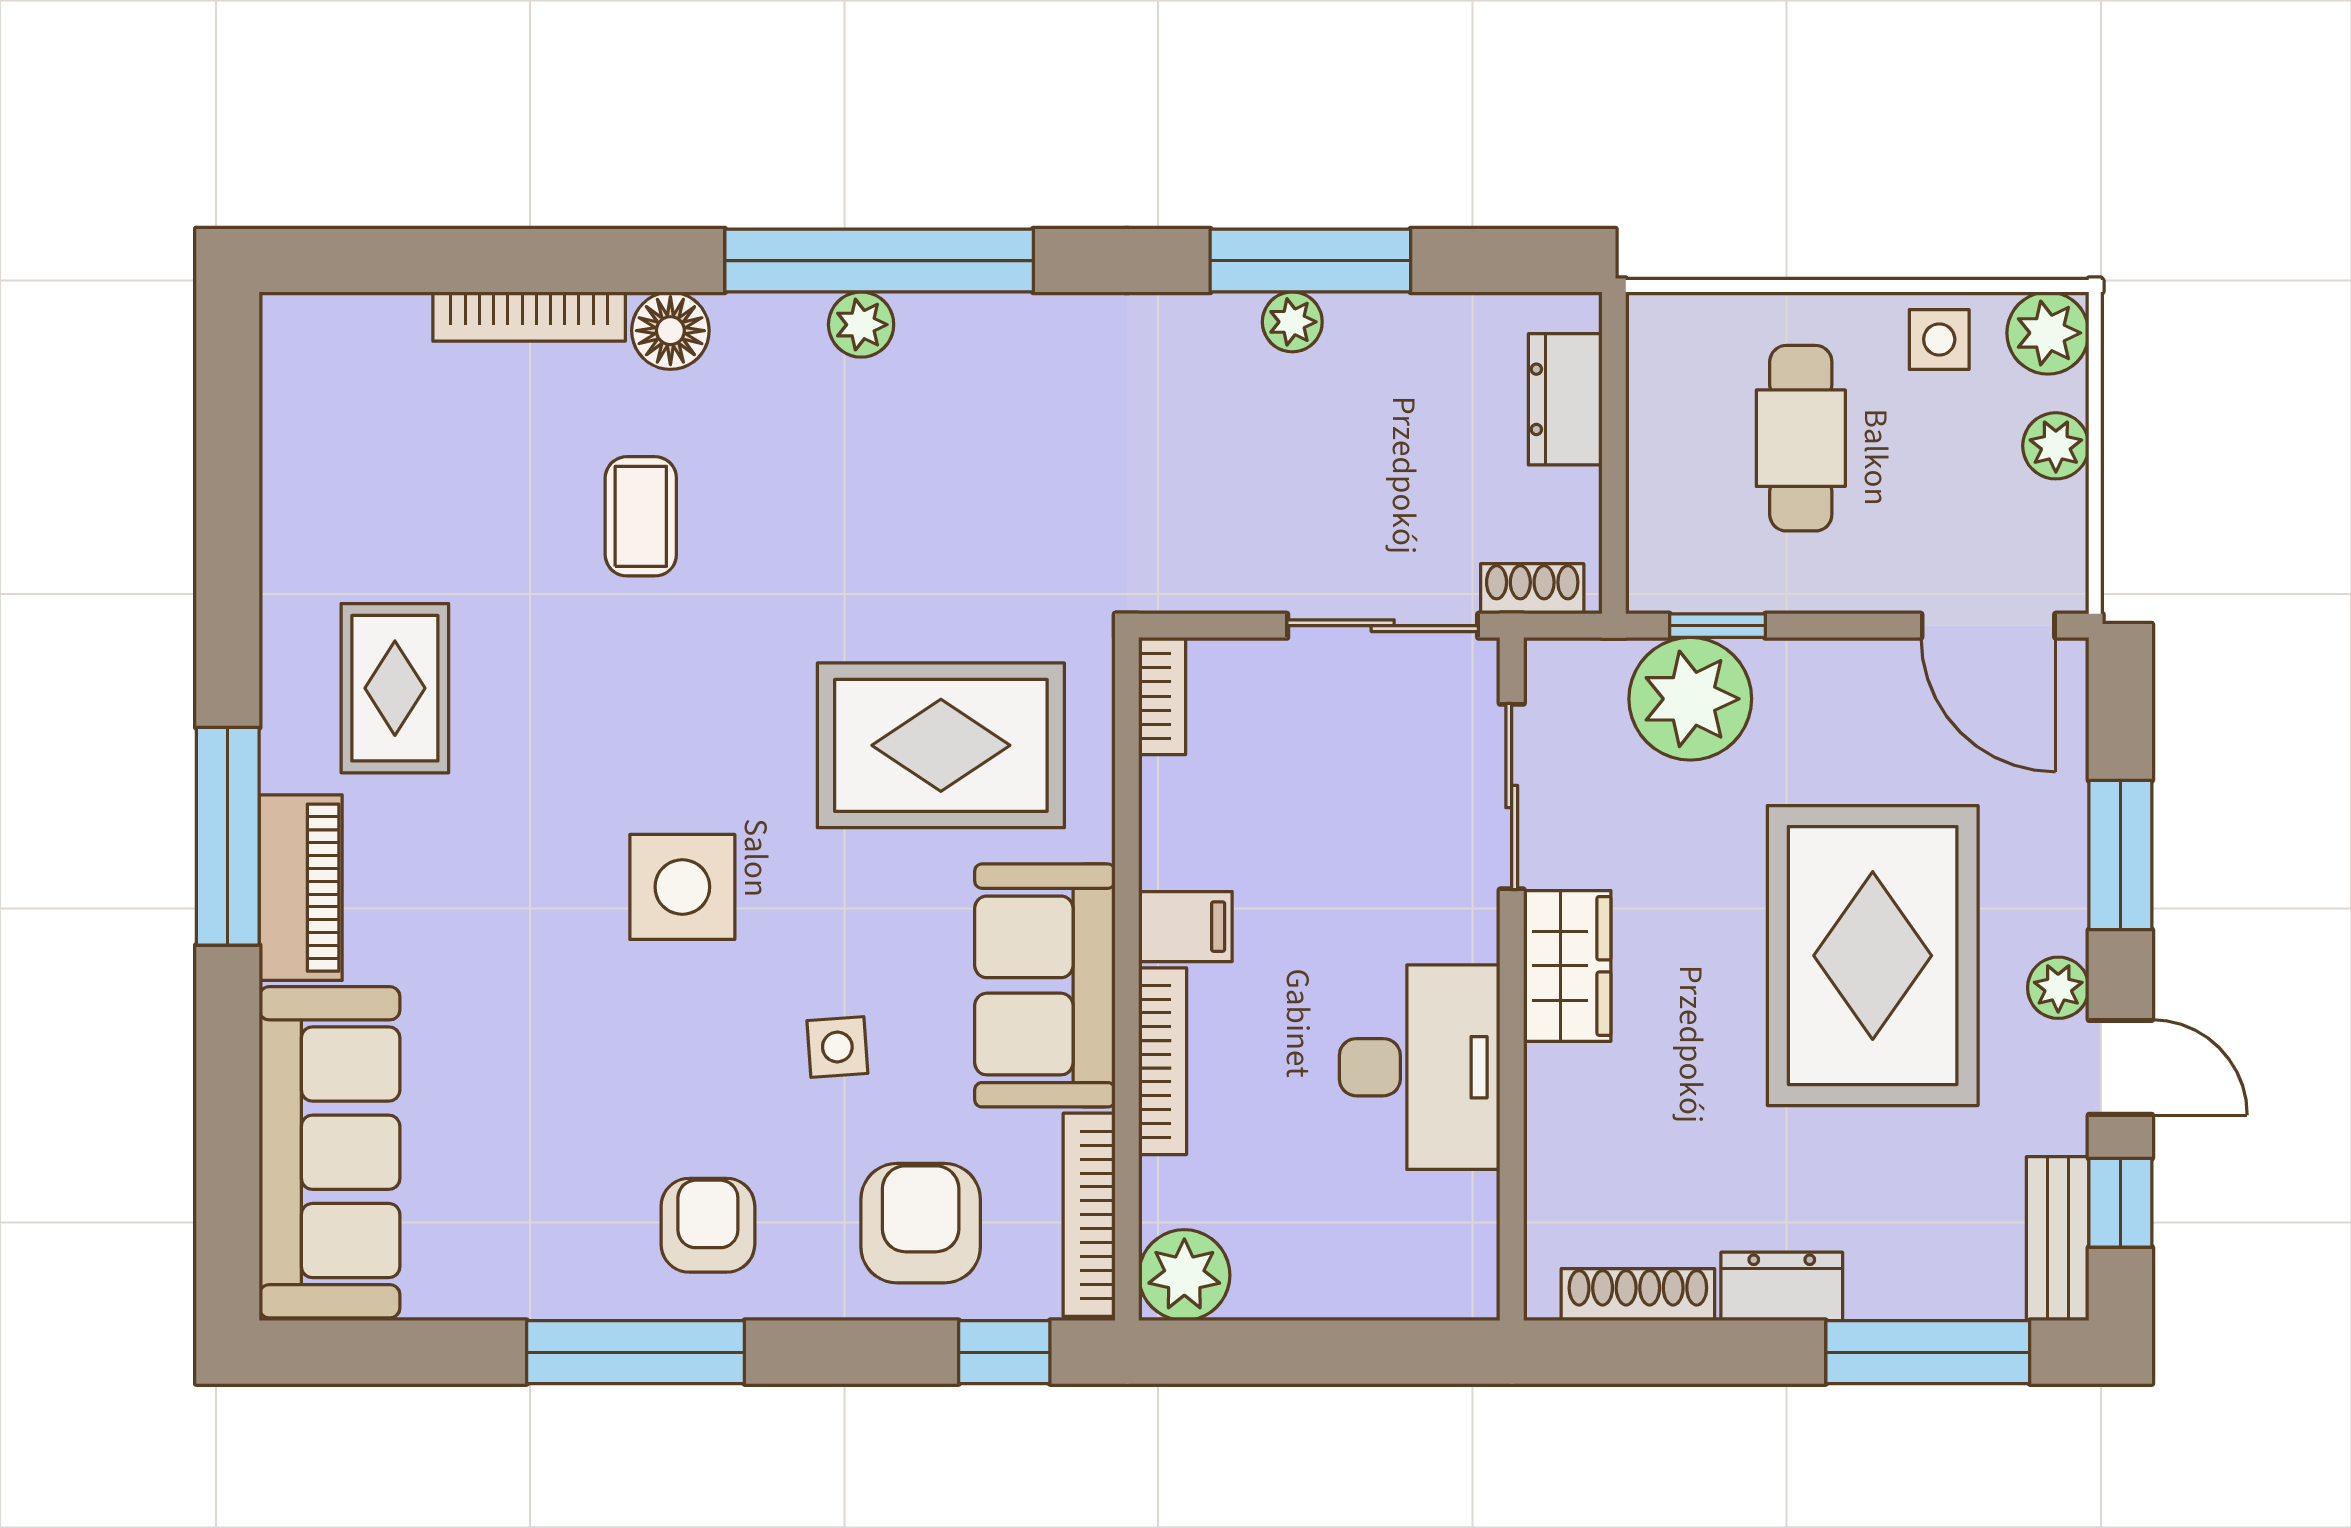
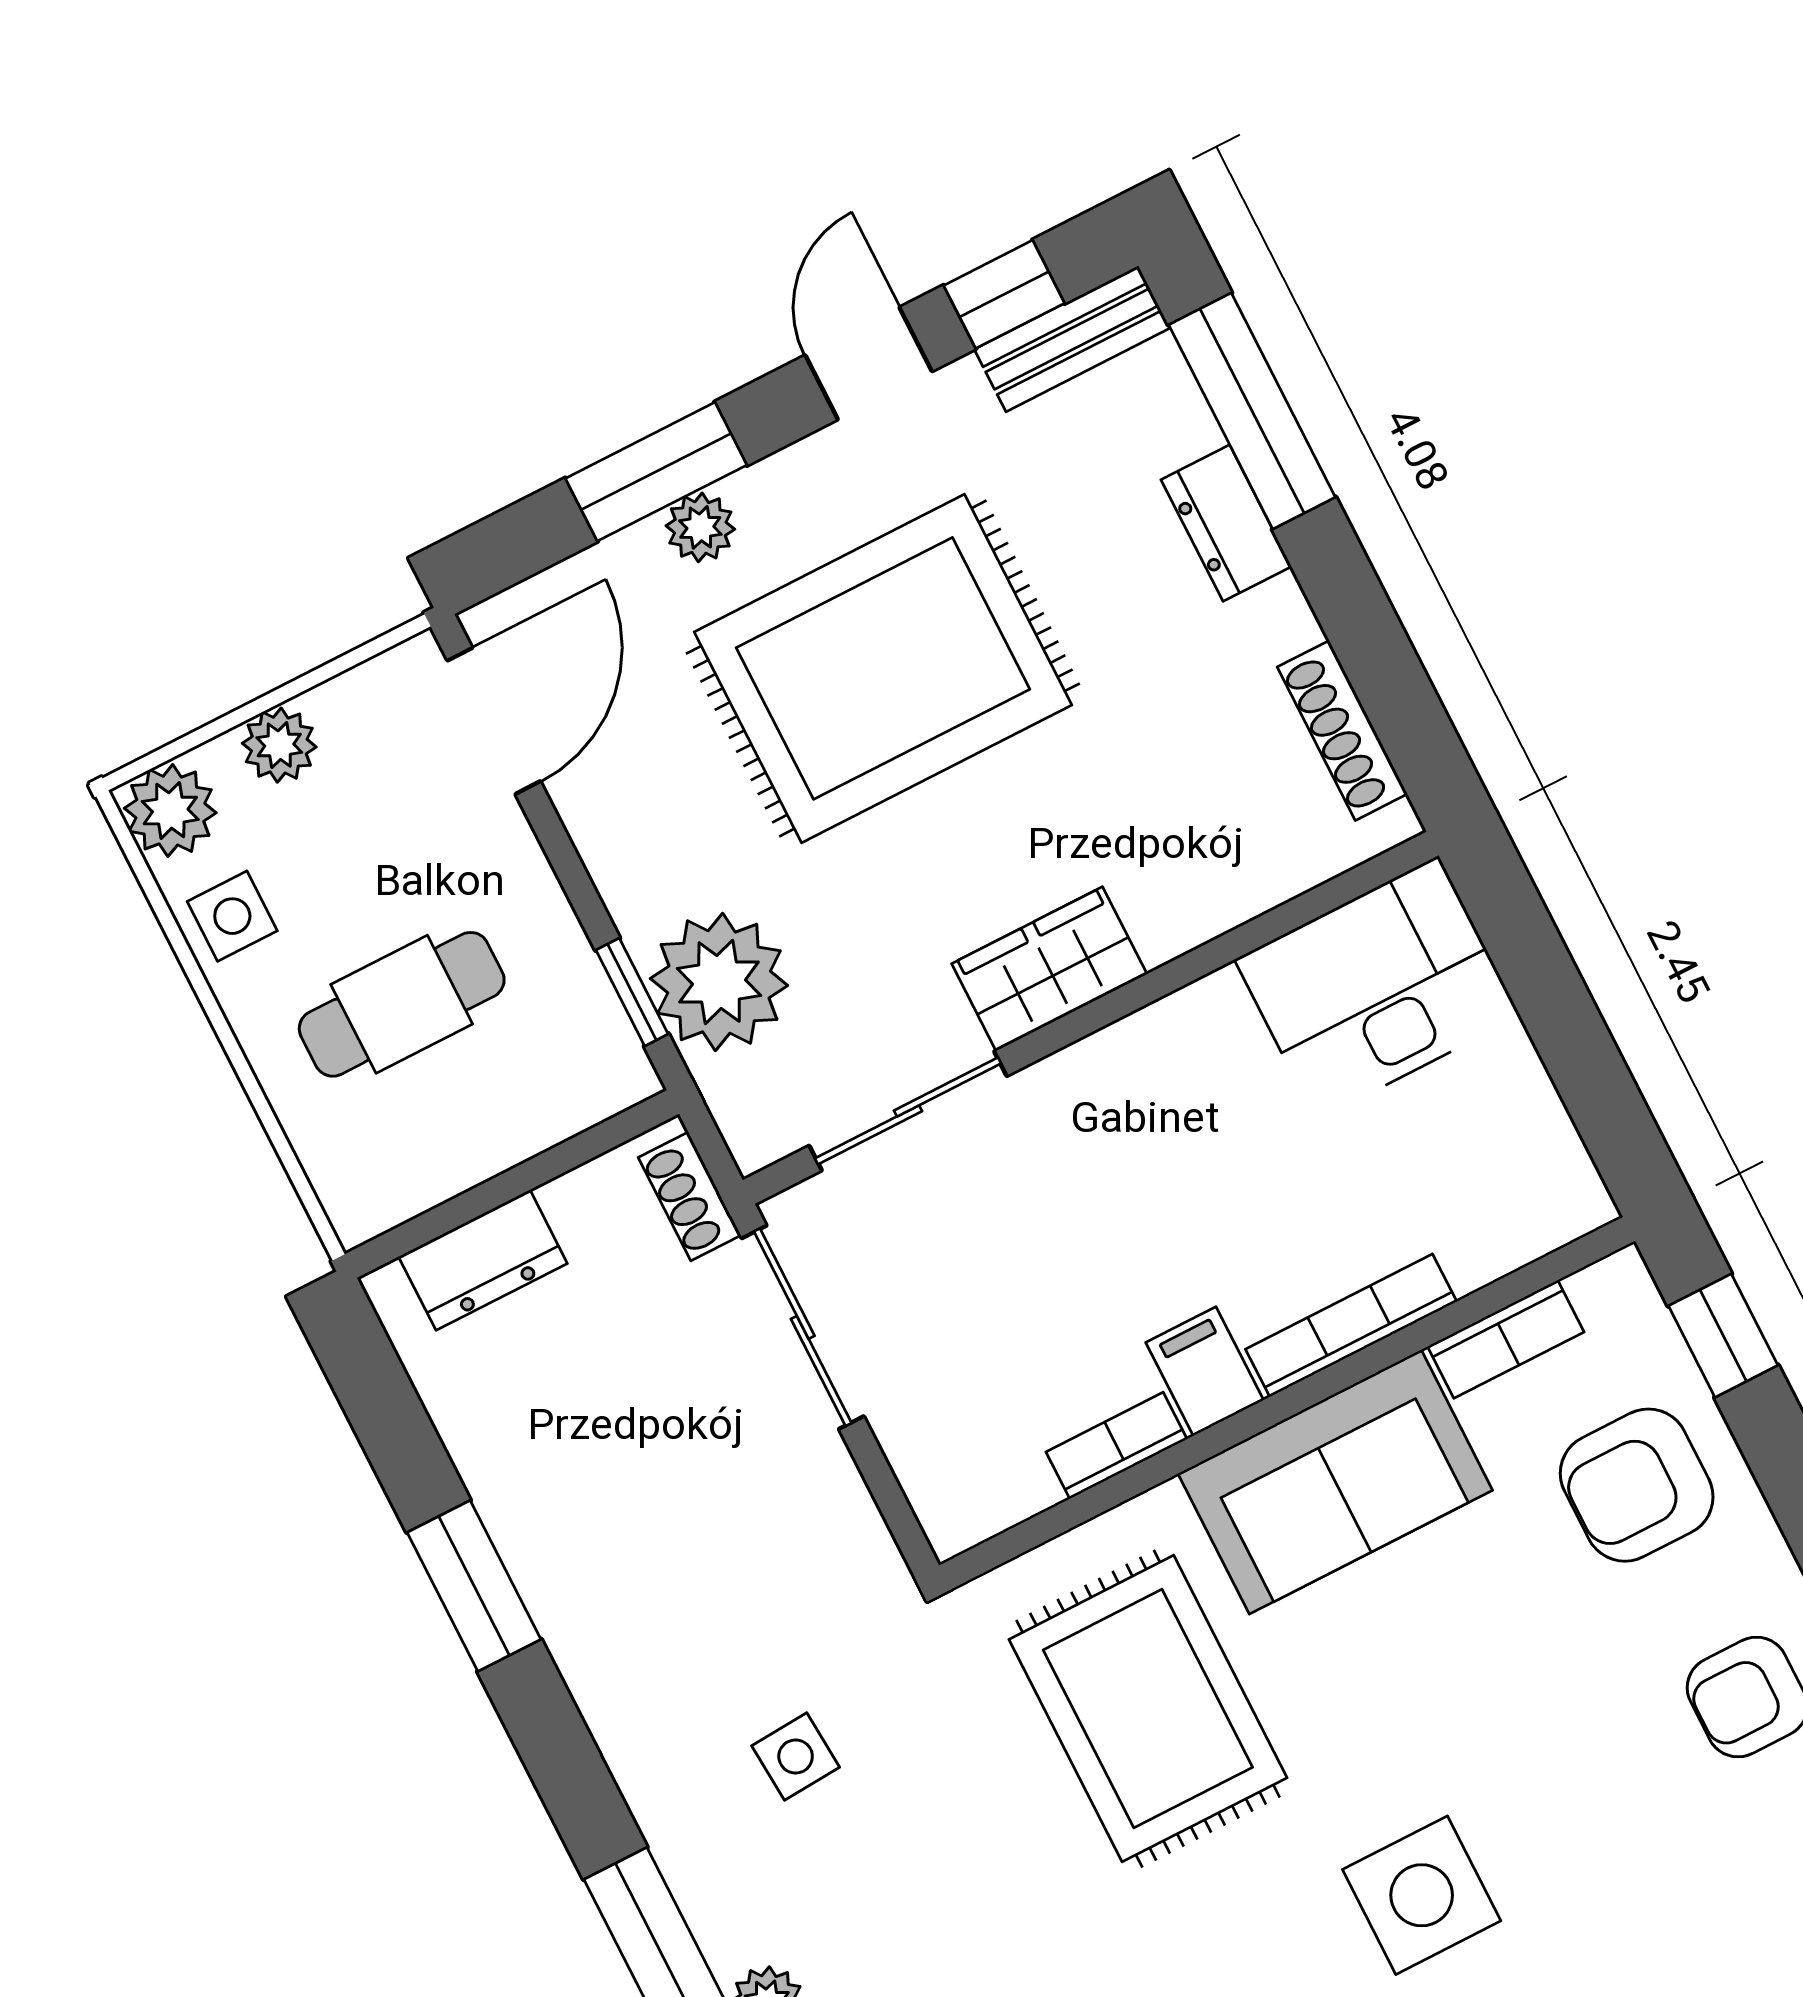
window: (1310, 261) -> (474, 1586), width x0.69
plant: (1292, 322) -> (545, 1573), removed
bookcase: (1162, 696) -> (1116, 1446), moved
plant: (2058, 988) -> (700, 527), moved
side table: (837, 1047) -> (796, 1756), moved
desk: (1420, 1067) -> (1377, 988), moved
bookcase: (1089, 1215) -> (1506, 1339), width x0.64
plant: (1184, 1275) -> (1554, 1195), removed
dresser: (1782, 1286) -> (1226, 523), moved

